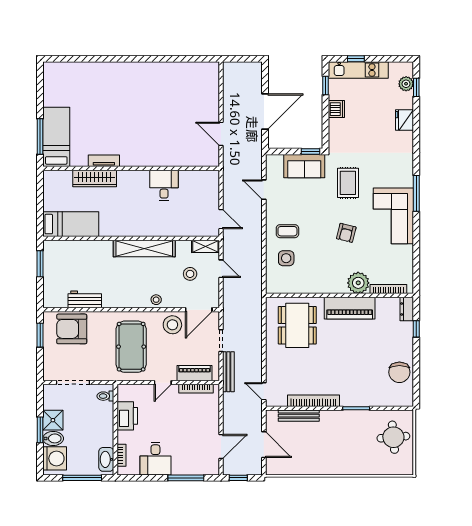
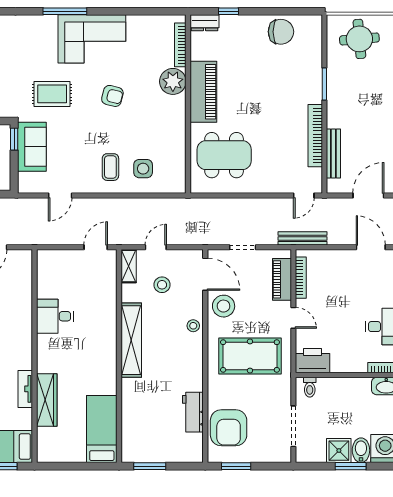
bench: (228, 372) -> (302, 238), moved
printer: (127, 416) -> (313, 361), moved

